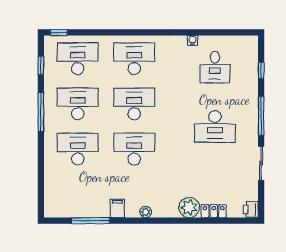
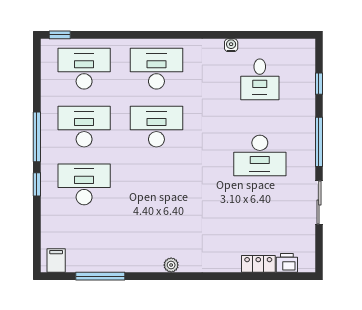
window: (41, 66) -> (37, 184), moved
desk: (134, 149) -> (156, 184), removed
filing cabinet: (117, 208) -> (56, 260), moved
plant: (189, 208) -> (227, 259), removed
printer: (251, 210) -> (287, 263), moved, turned 90

